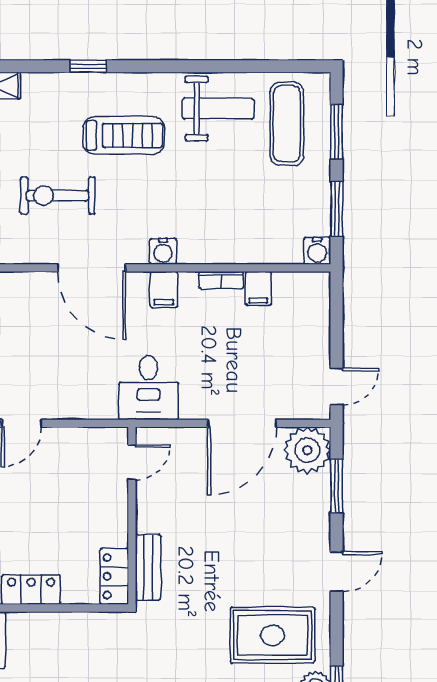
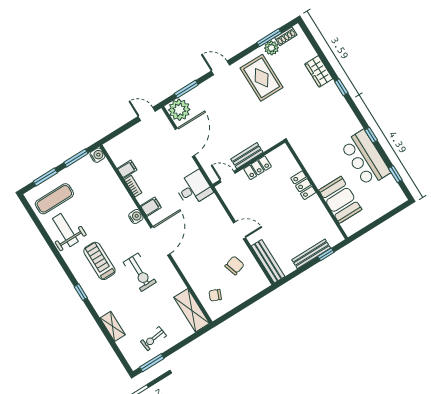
door: (242, 423) -> (185, 142), hinge flipped
bench: (148, 567) -> (247, 156), moved
locker: (114, 576) -> (258, 168), moved

